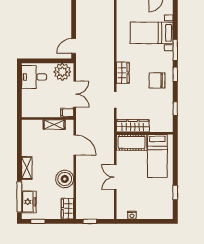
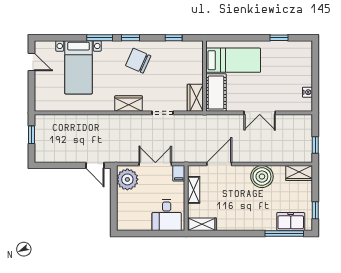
desk: (34, 77) -> (167, 215), moved
chair: (157, 80) -> (138, 61), turned 114
wardrobe: (133, 126) -> (195, 98), width x0.67
shelving: (27, 168) -> (202, 224), moved

